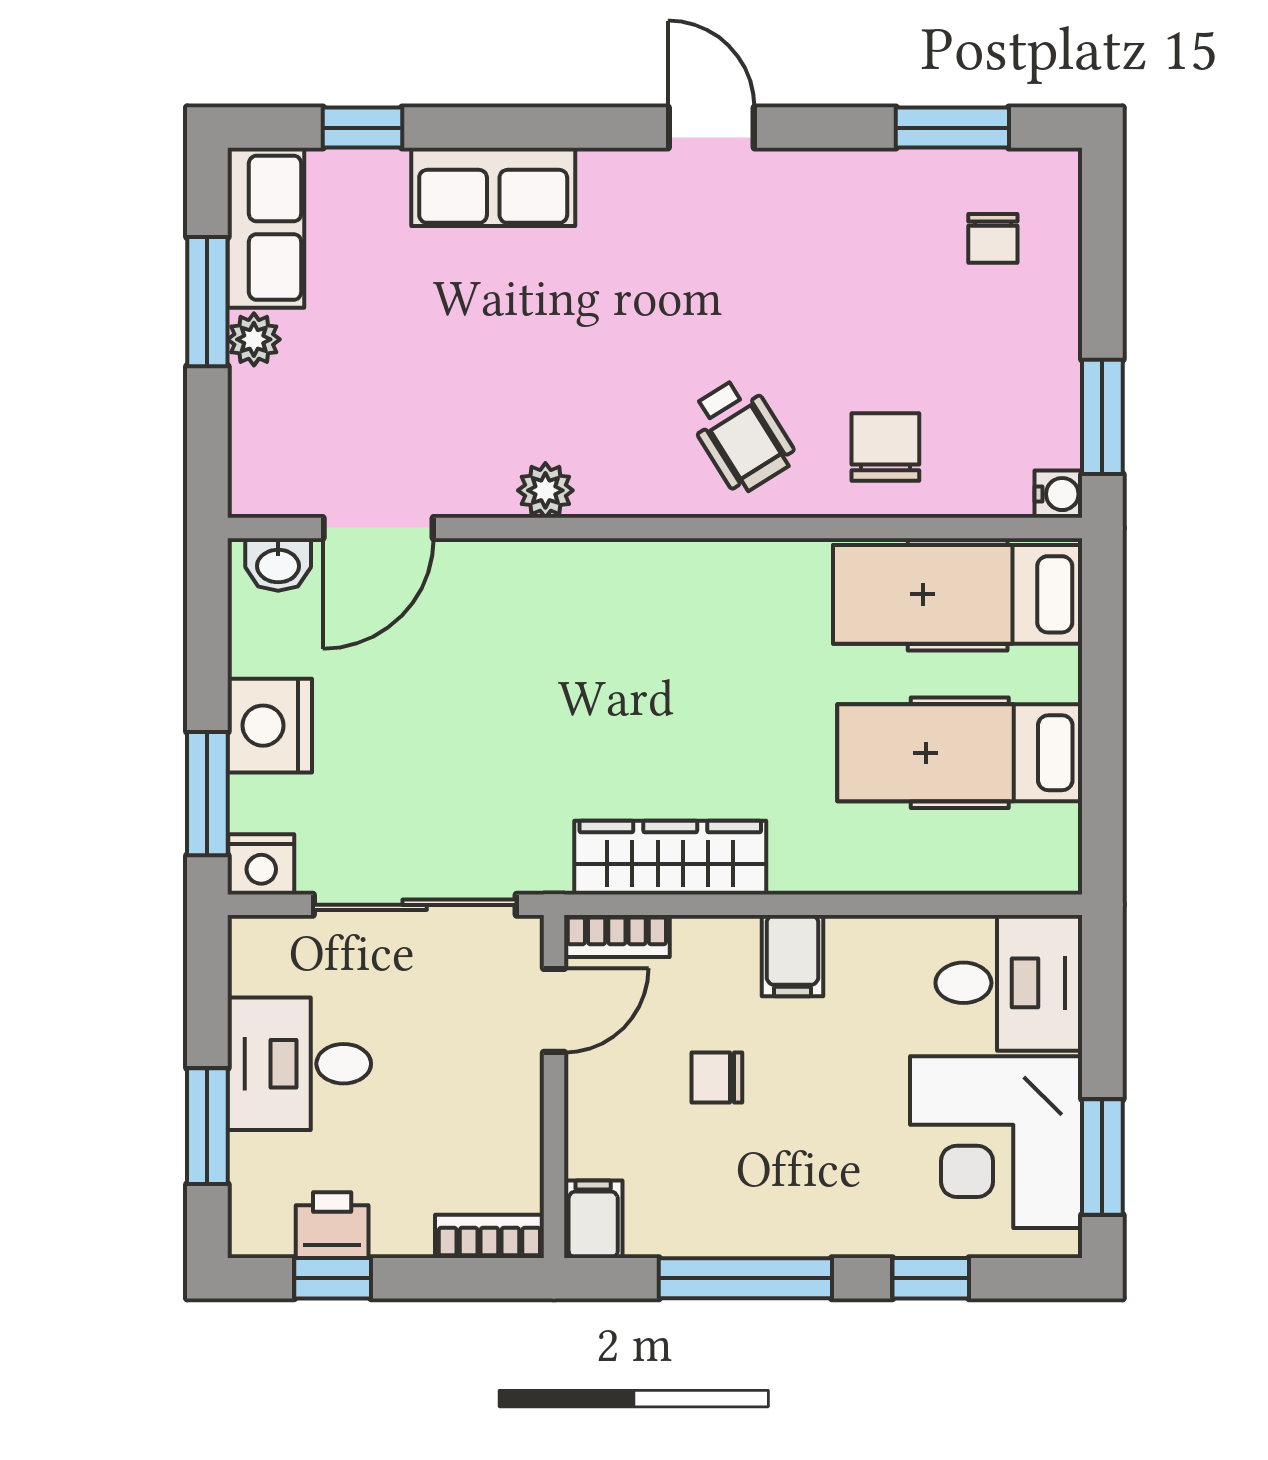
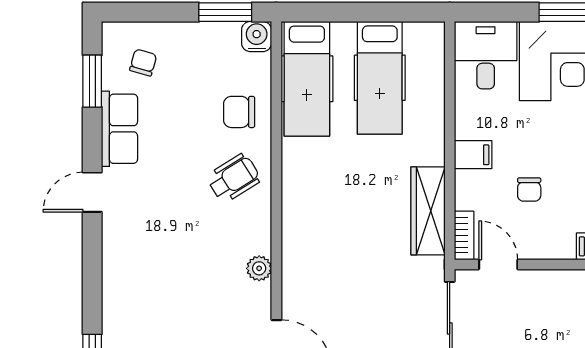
row of seats: (493, 187) -> (120, 129), moved
chair: (993, 238) -> (143, 63), turned -74
water cooler: (1058, 494) -> (257, 37), width x1.38, depth x1.38

